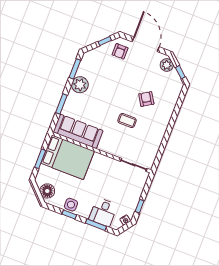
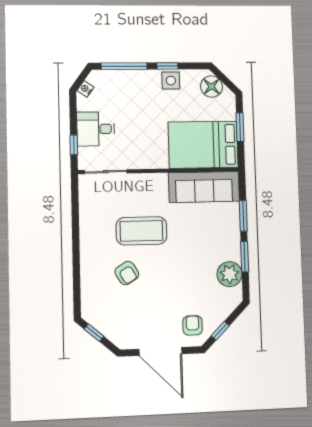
plant: (167, 65) -> (118, 335), removed
window: (75, 69) -> (245, 257), moved
plant: (80, 85) -> (230, 274), moved
coffee table: (127, 121) -> (141, 231), width x1.86, depth x1.72
window: (140, 206) -> (74, 145), moved
desk: (103, 212) -> (96, 129), moved, turned -90
window: (96, 225) -> (124, 66), width x1.44

